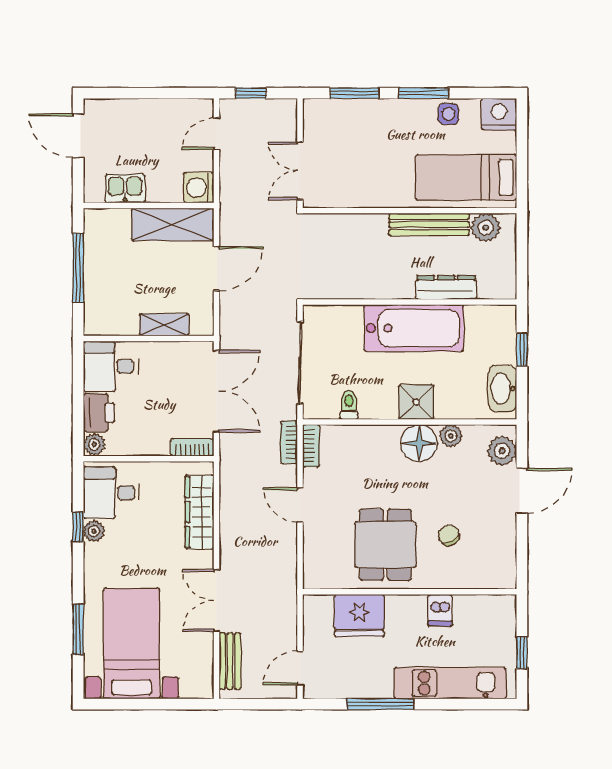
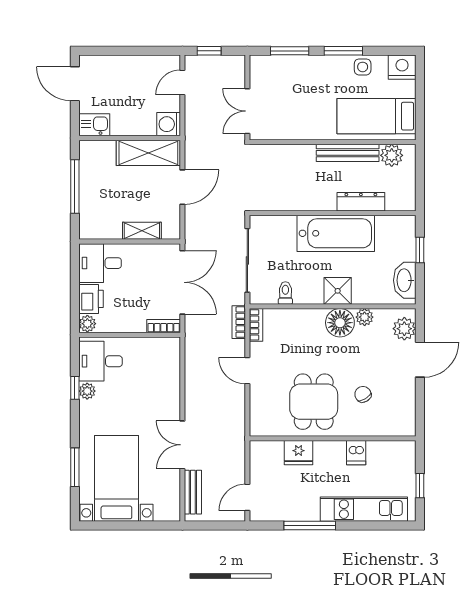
kitchen sink: (125, 188) -> (94, 125), moved
wardrobe: (199, 512) -> (169, 376), removed
fridge: (359, 615) -> (299, 453), width x0.73, depth x0.75

